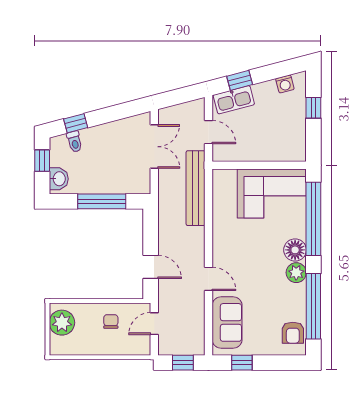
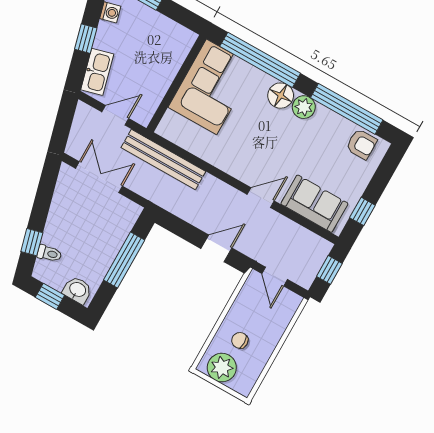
window: (240, 80) -> (86, 39), moved
chair: (111, 321) -> (240, 340), moved

